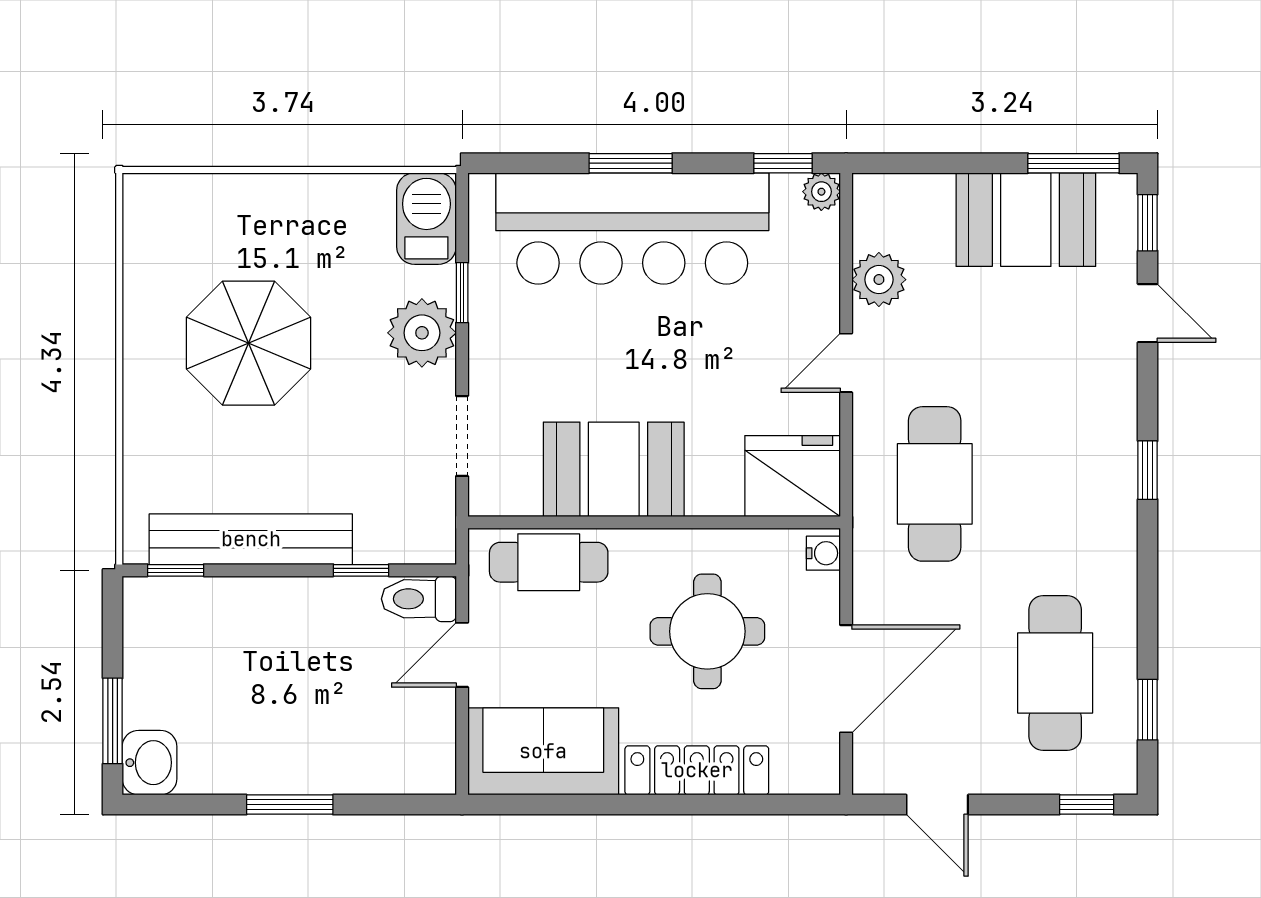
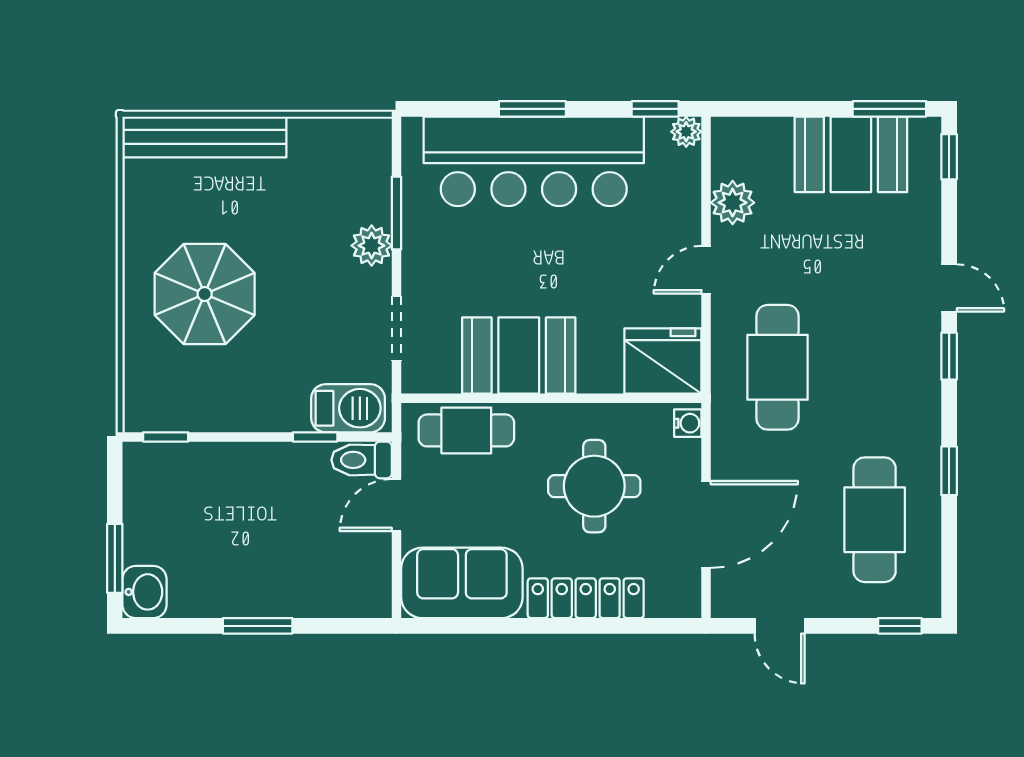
barbecue: (426, 219) -> (348, 408), moved, turned 90
window: (462, 293) -> (396, 213), width x1.50
door: (1148, 313) -> (949, 288), moved
plant: (422, 333) -> (372, 246), width x0.73, depth x0.73
parasol: (248, 343) -> (205, 294), moved
bench: (251, 539) -> (204, 137), moved
window: (1148, 710) -> (949, 471), moved

